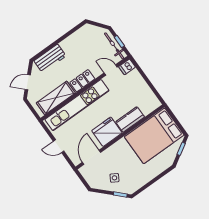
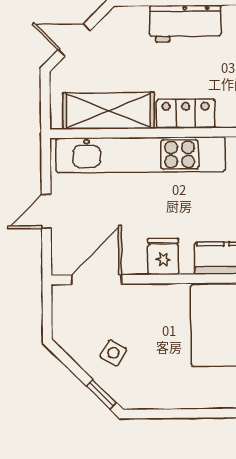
workbench: (50, 58) -> (185, 24), moved
fridge: (107, 132) -> (163, 256), width x0.53, depth x0.75
door: (59, 146) -> (46, 211), hinge flipped

